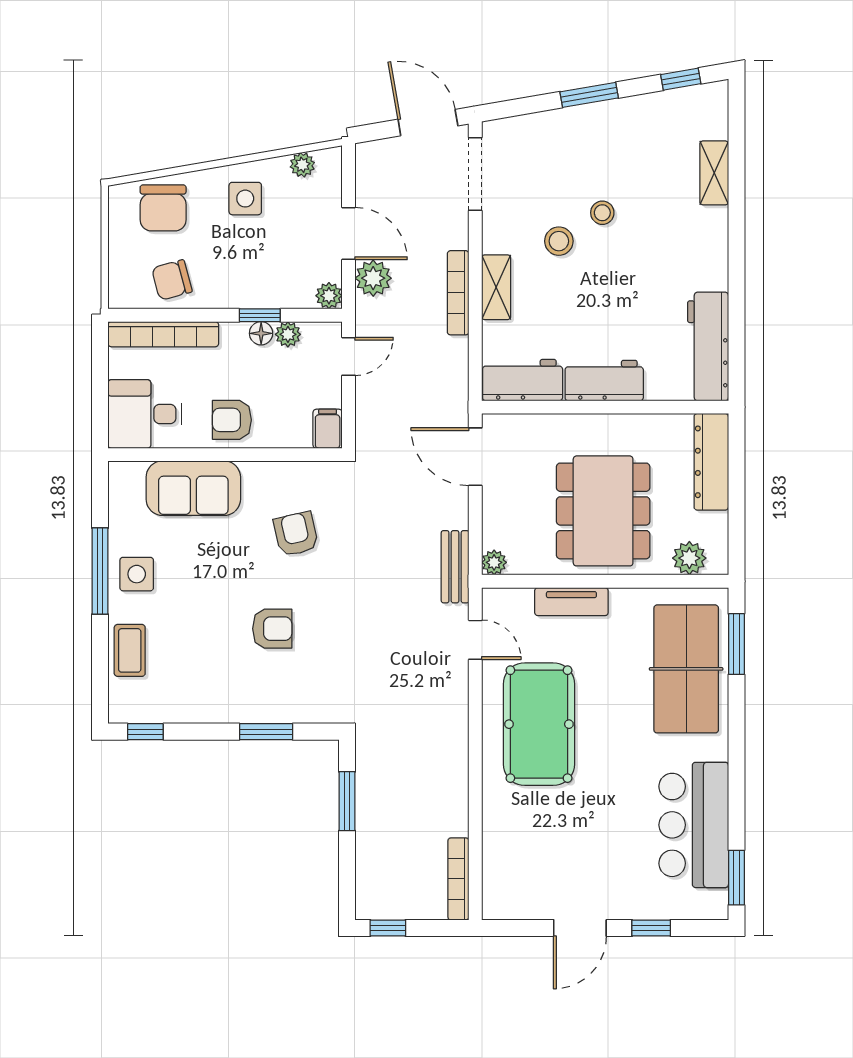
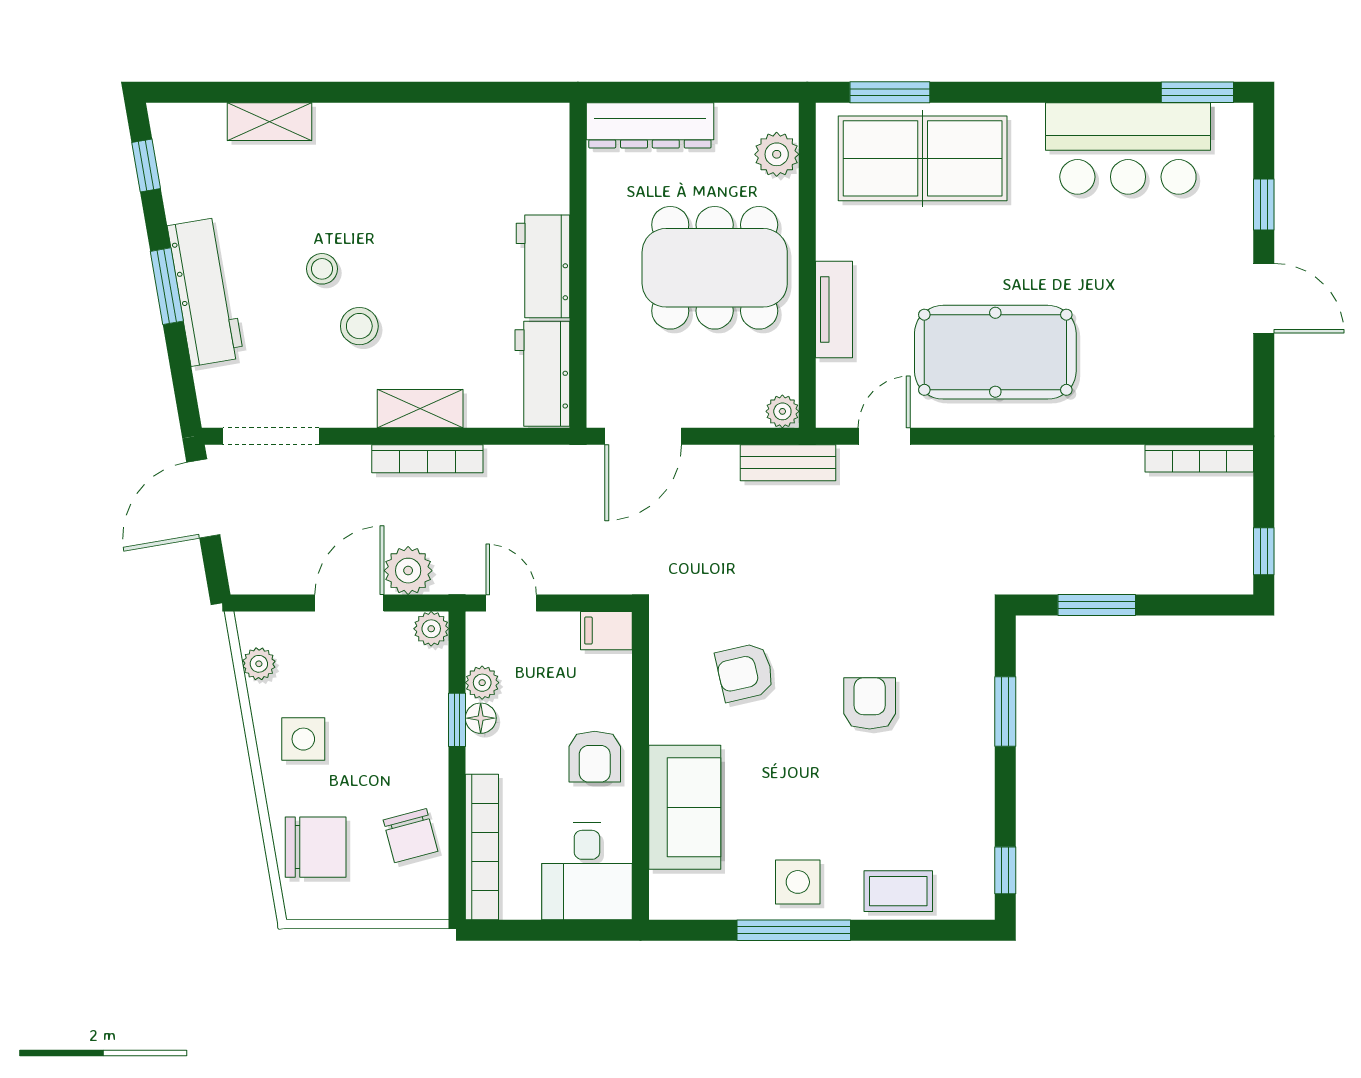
workbench: (708, 346) -> (206, 292), moved, turned -100

